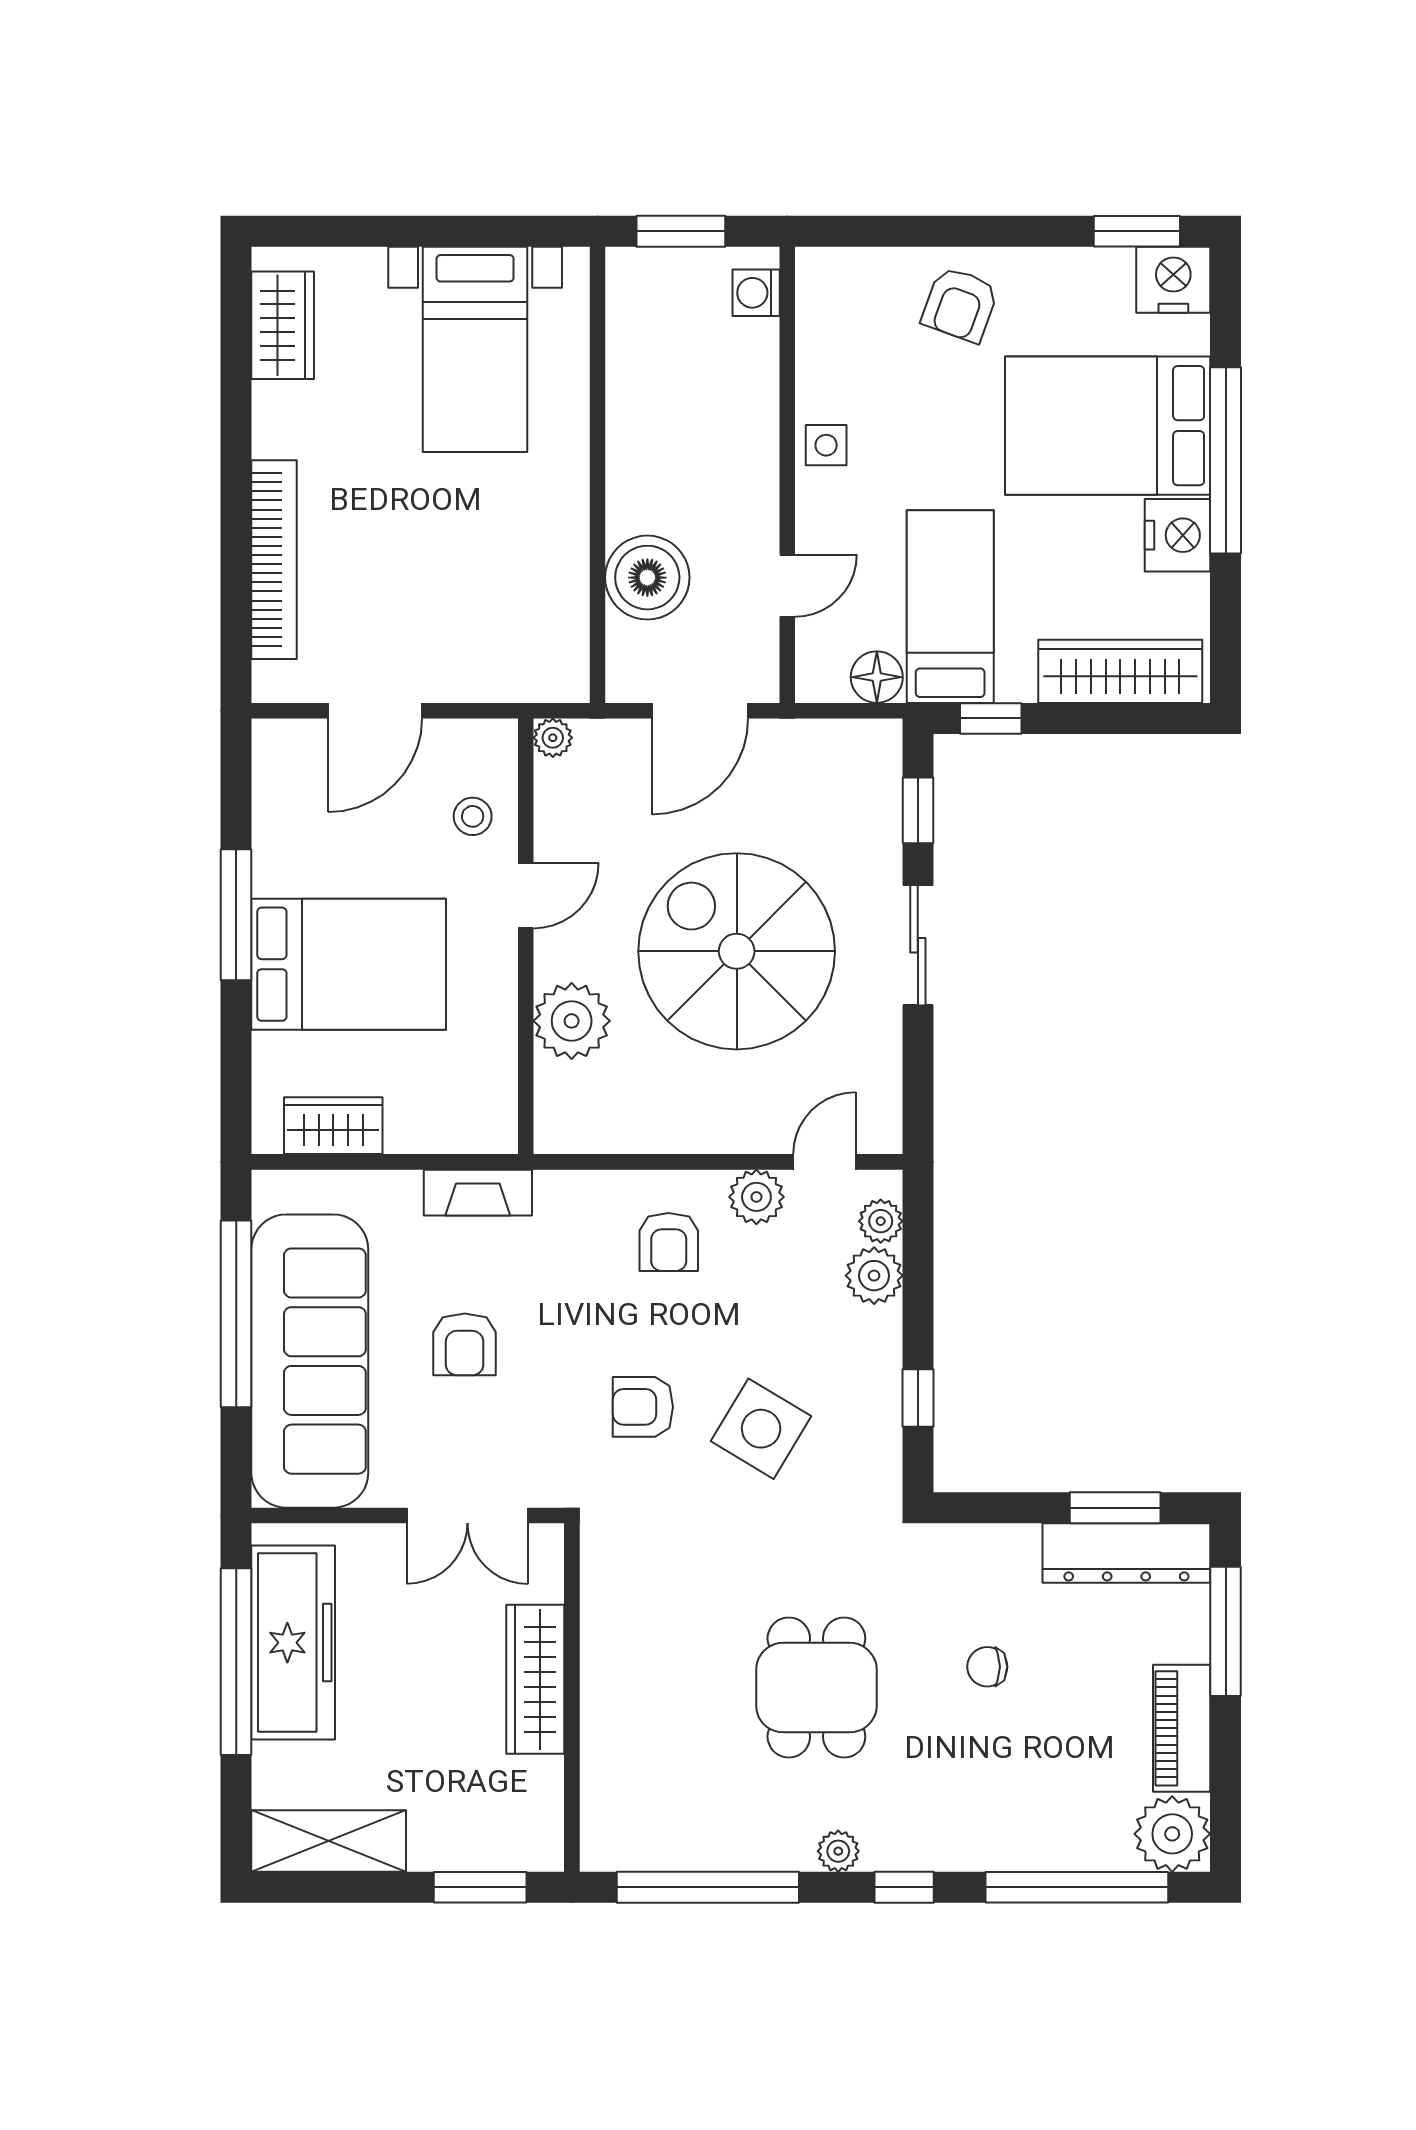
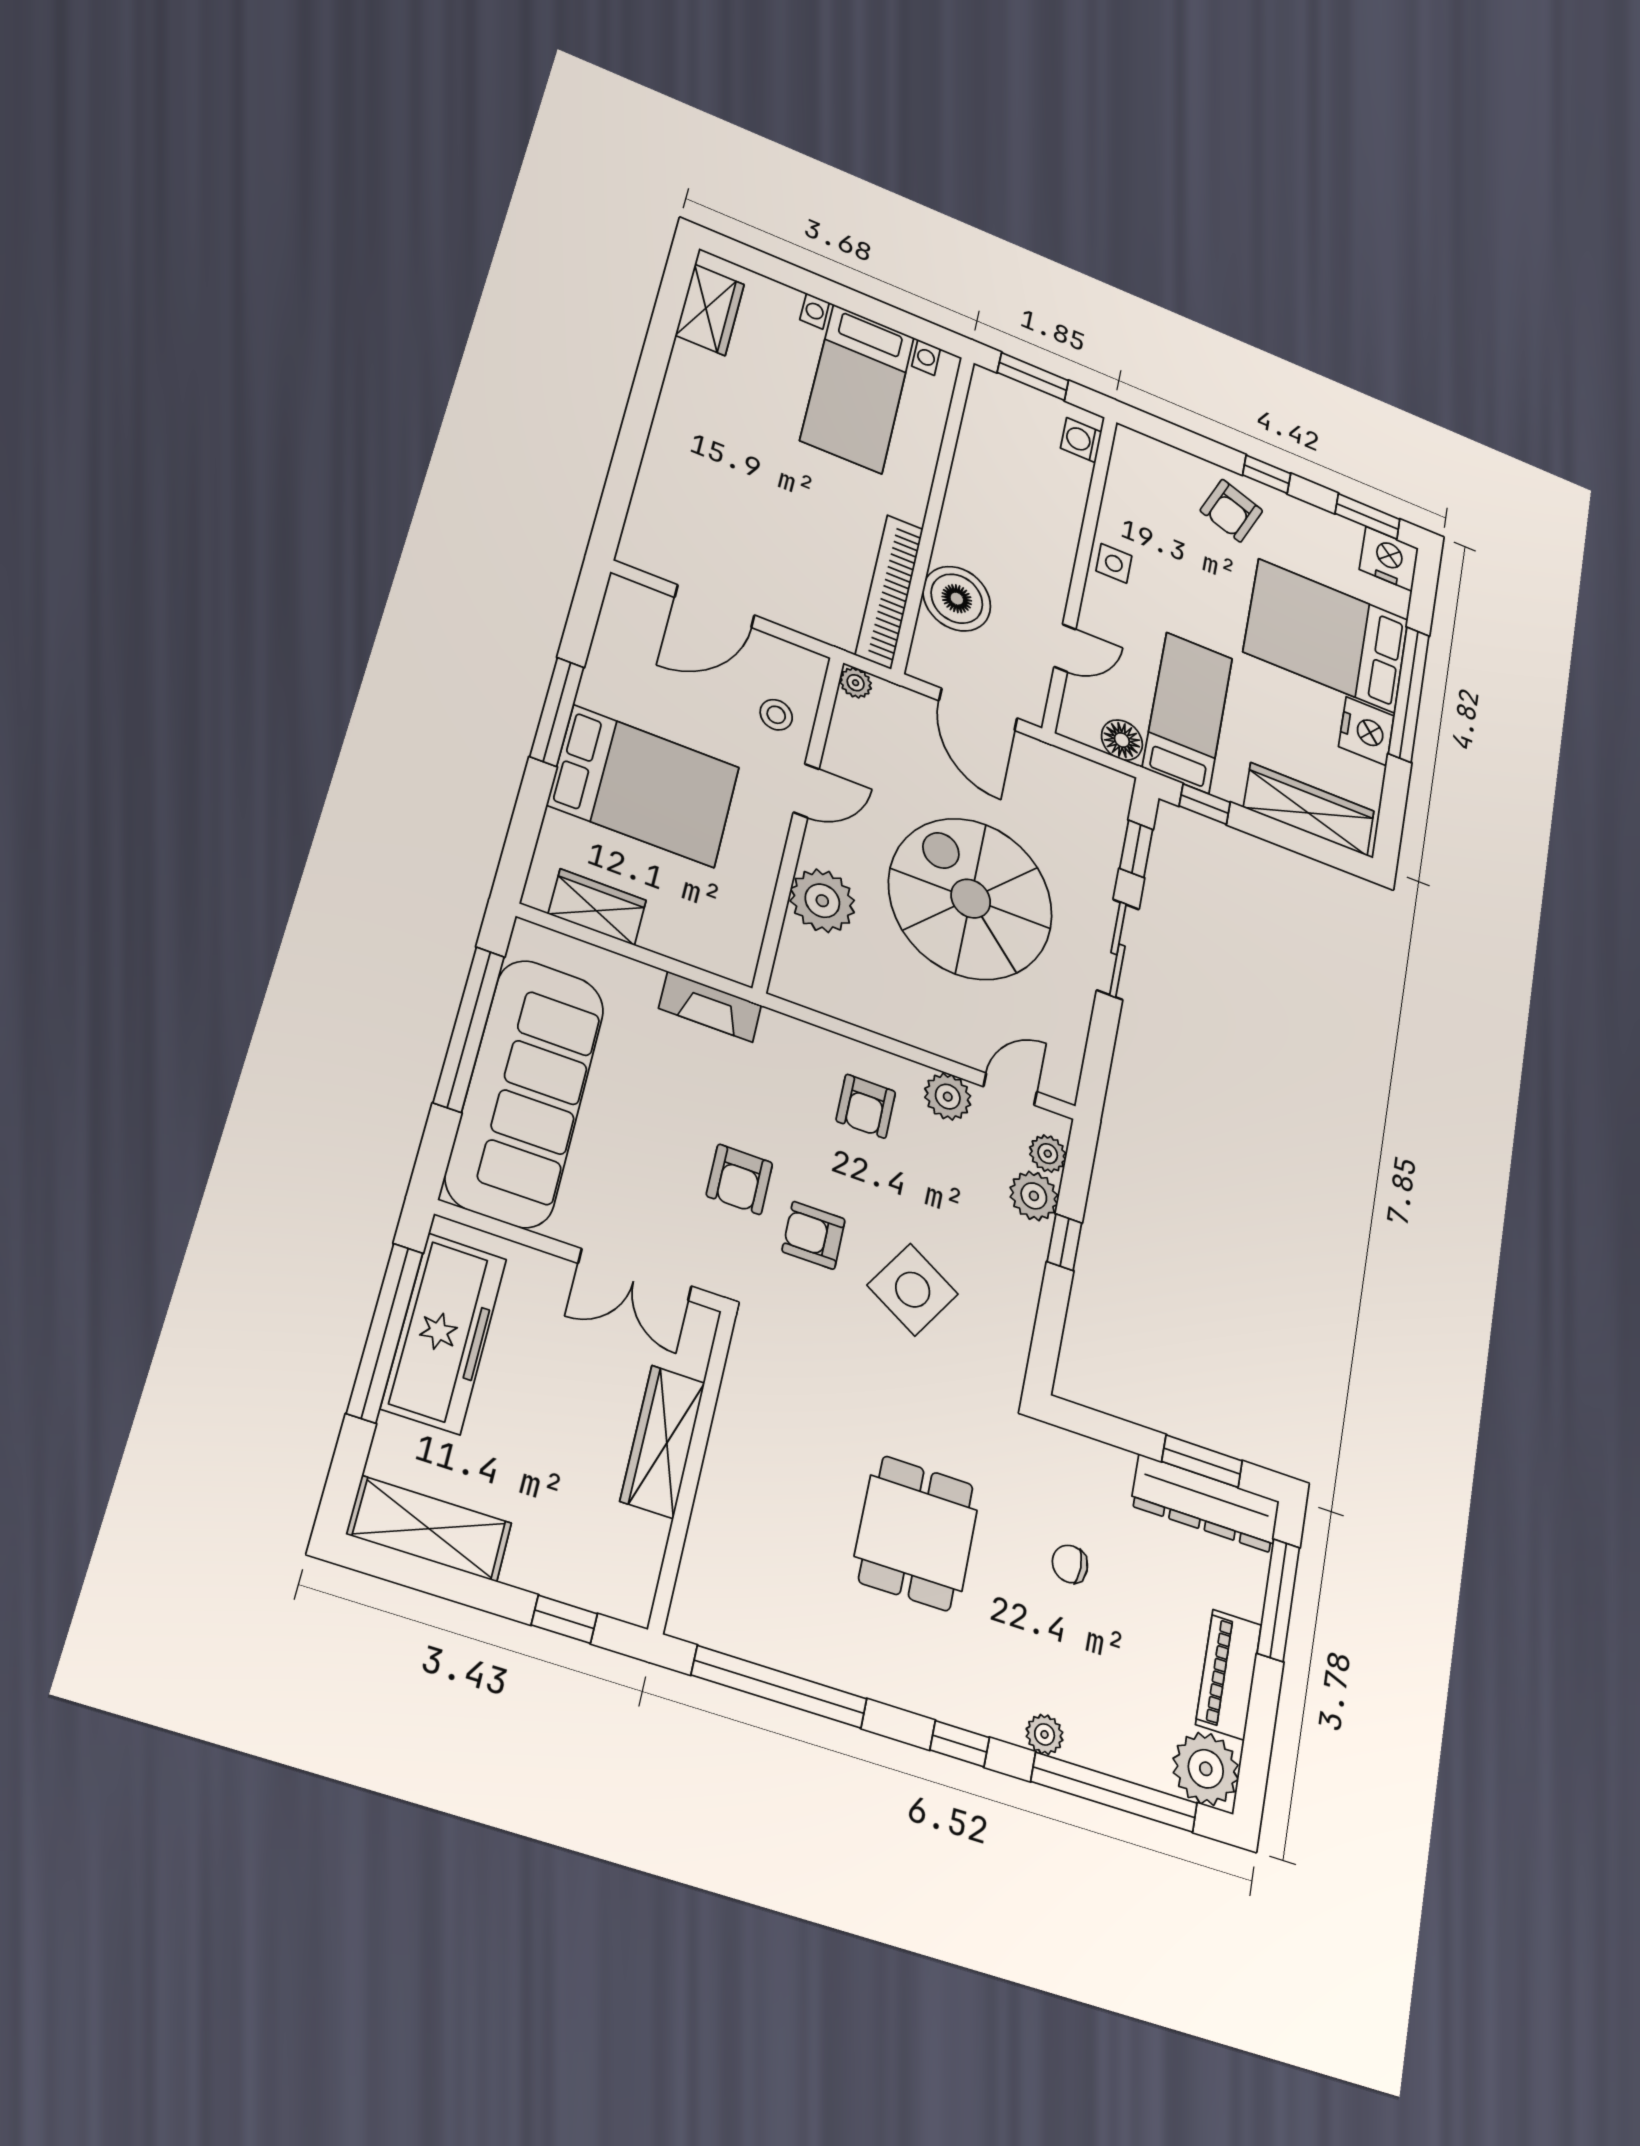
window: (997, 231) -> (1267, 474), added
bookcase: (274, 560) -> (889, 592), moved, turned 180
door: (700, 711) -> (978, 709), hinge flipped
armchair: (465, 1344) -> (739, 1179), moved
window: (918, 1398) -> (1064, 1242), moved
plant: (838, 1851) -> (1045, 1734), moved
window: (480, 1887) -> (564, 1619), width x0.67

